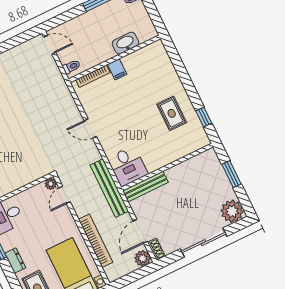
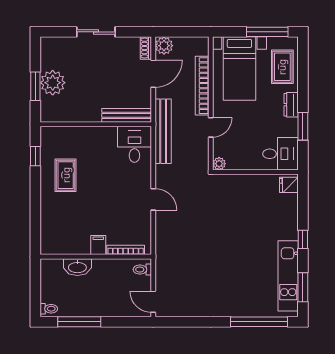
door: (65, 195) -> (211, 127), moved
plant: (232, 211) -> (53, 83), moved
sliding door: (204, 243) -> (96, 32), width x0.73

